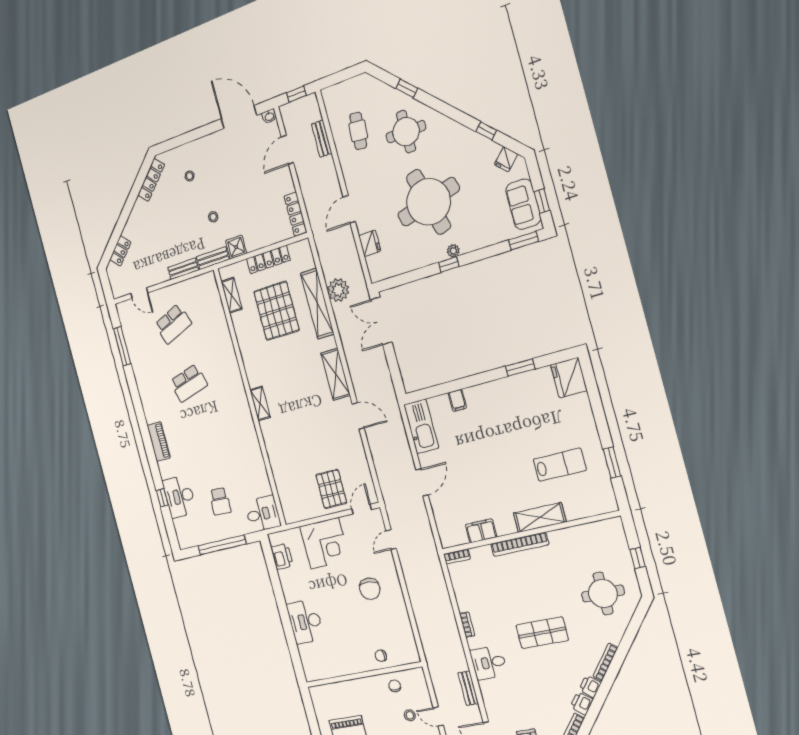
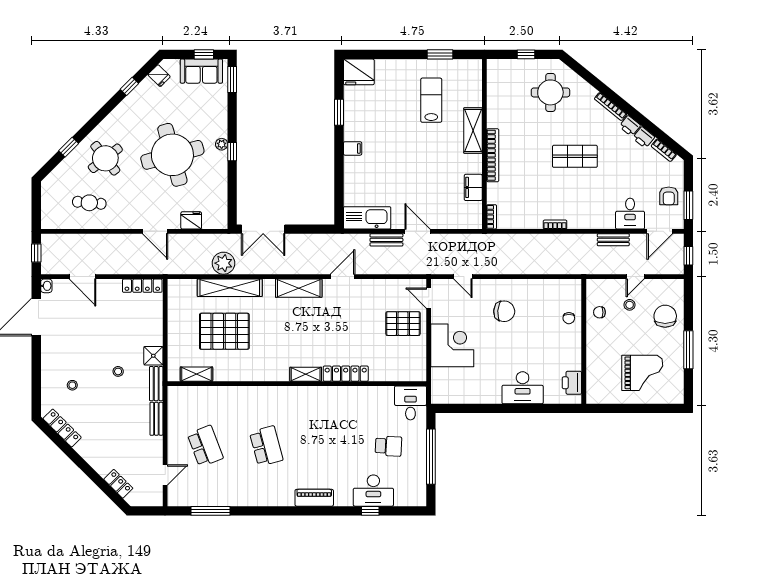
round table: (406, 132) -> (105, 158), turned -38
bench: (322, 139) -> (386, 240), moved
locker: (268, 259) -> (346, 374), moved, turned -90
filing cabinet: (457, 400) -> (353, 148), moved
printer: (282, 556) -> (572, 383), moved, turned -90
shop shelf: (542, 633) -> (575, 156), turned 90
desk: (489, 663) -> (630, 214), moved

